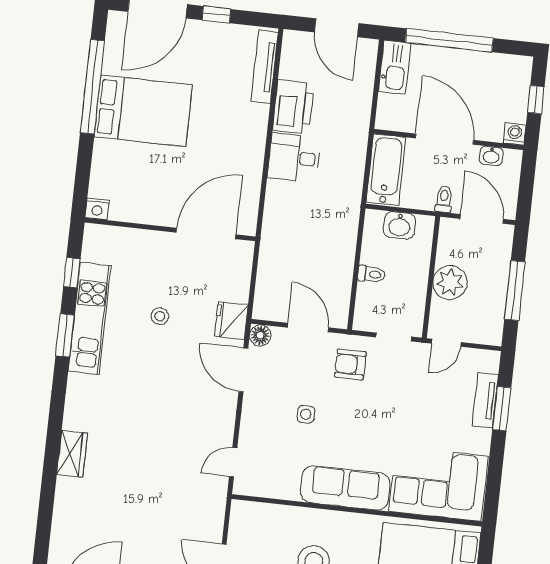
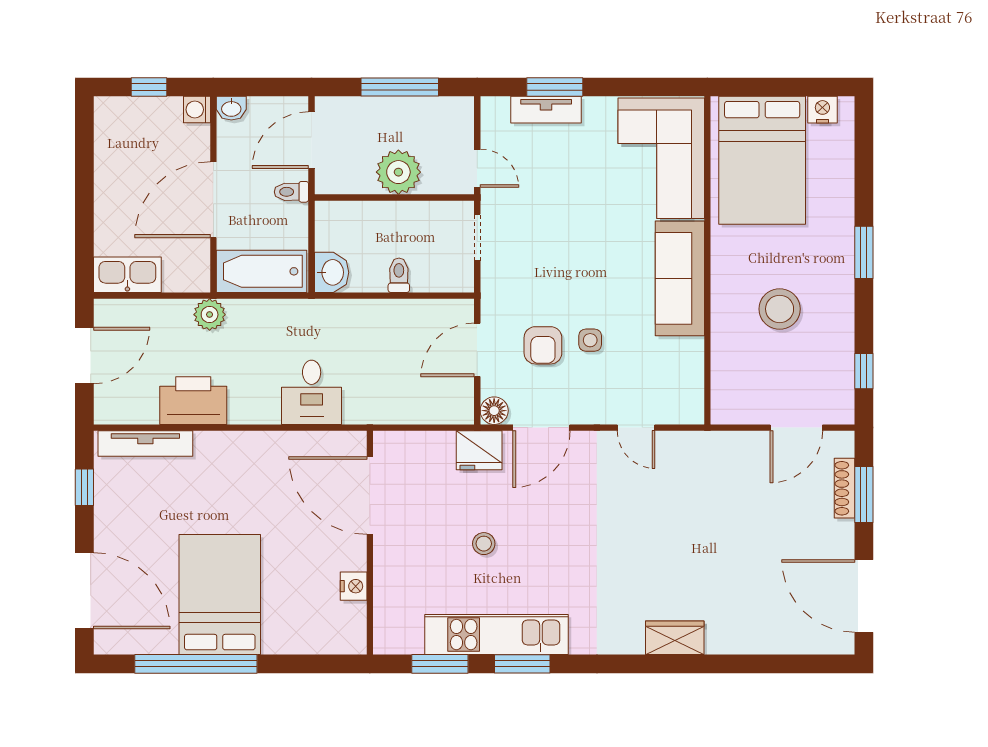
window: (216, 15) -> (84, 487), moved
window: (449, 40) -> (84, 208), removed
plant: (357, 127) -> (210, 315), added
washbasin: (491, 156) -> (231, 108), moved, turned 90
desk: (294, 158) -> (312, 392), moved
nightstand: (97, 209) -> (354, 586), moved
washbasin: (399, 225) -> (332, 272), moved
window: (72, 273) -> (440, 664), width x1.50
armchair: (350, 364) -> (543, 345), moved
door: (233, 462) -> (636, 428), moved

